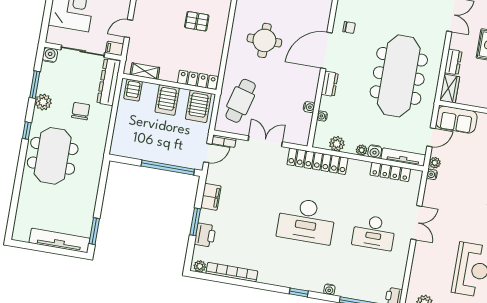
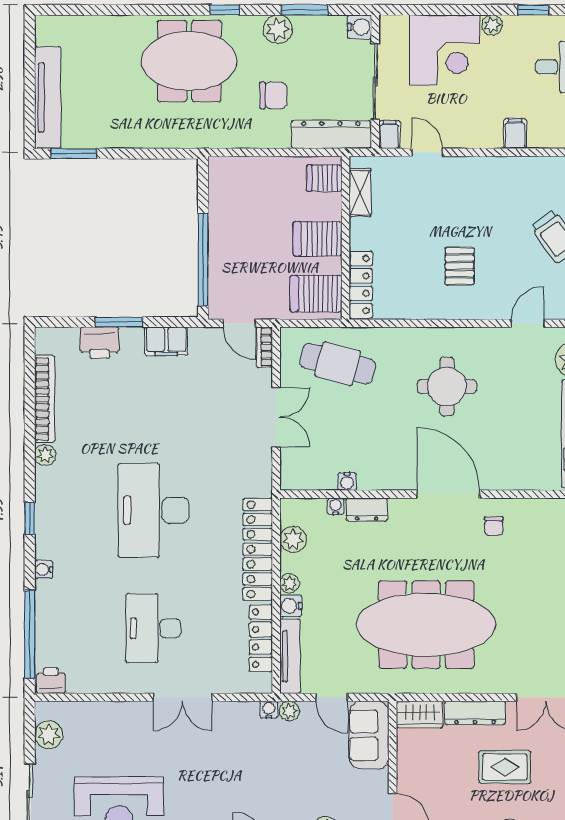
dresser: (453, 62) -> (475, 713), width x1.44
dresser: (330, 84) -> (367, 510), moved
locker: (317, 161) -> (258, 549), moved
plant: (200, 266) -> (45, 455), moved

